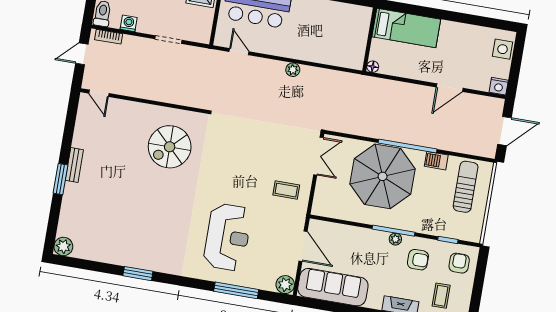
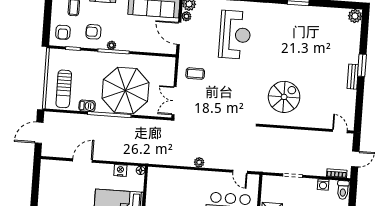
side table: (503, 49) -> (46, 193), removed
nightstand: (499, 86) -> (120, 170), moved
reception desk: (228, 237) -> (235, 35), turned 180
plant: (291, 268) -> (186, 16), added

